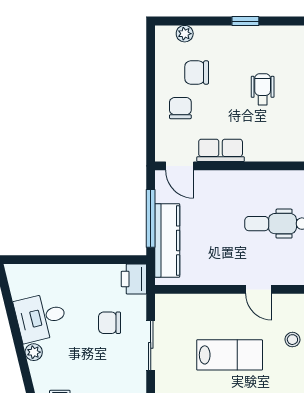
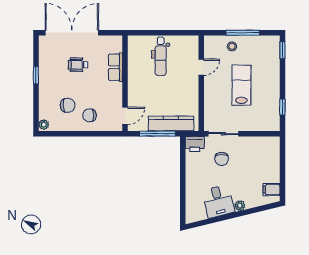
plant: (185, 34) -> (44, 125), moved
chair: (197, 73) -> (68, 105), turned -92
row of seats: (221, 150) -> (116, 67), moved
sliding door: (151, 345) -> (223, 134), moved

